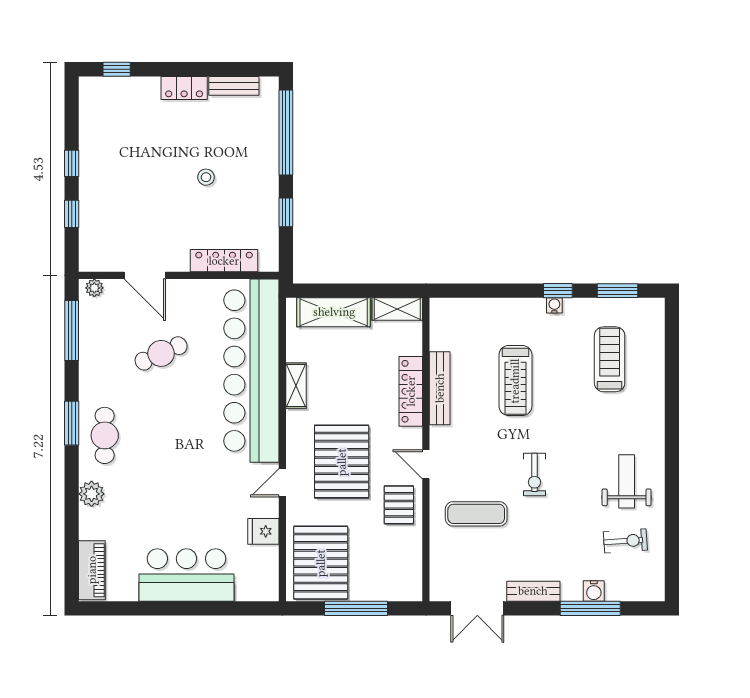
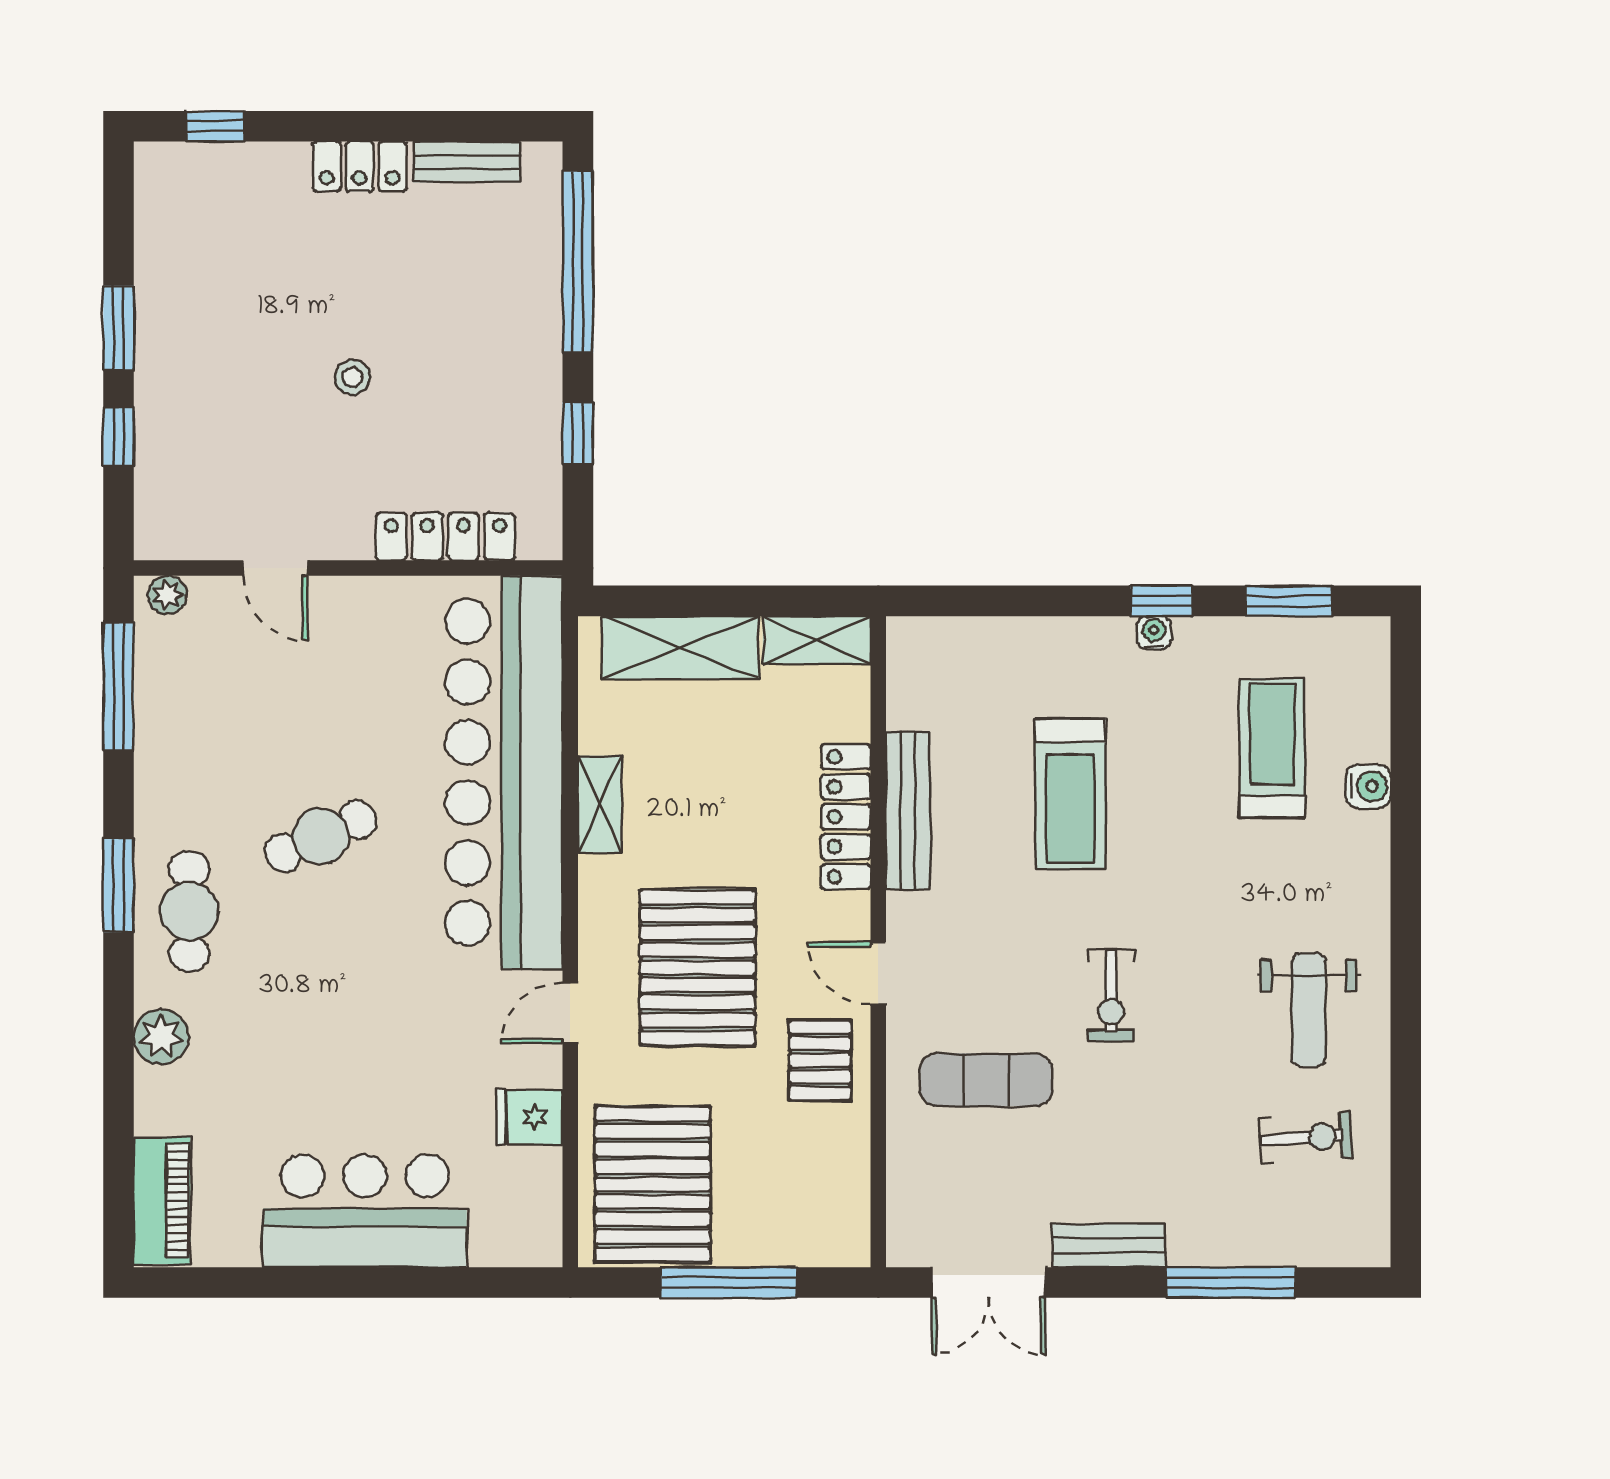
window: (72, 163) -> (118, 328), width x1.50
stool: (206, 177) -> (352, 377), moved
door: (145, 275) -> (275, 568), width x0.73
cafe table: (161, 353) -> (321, 836), moved
weight bench: (627, 481) -> (1309, 1010), turned 180
water cooler: (594, 591) -> (1369, 786), moved, turned -90

